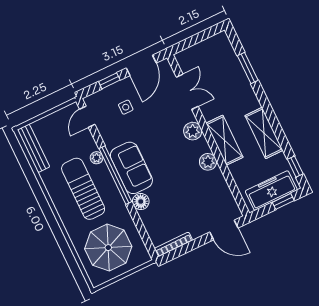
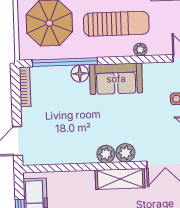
shelving: (225, 140) -> (120, 179), moved
plant: (208, 162) -> (106, 154), moved
window: (115, 175) -> (65, 62), moved

